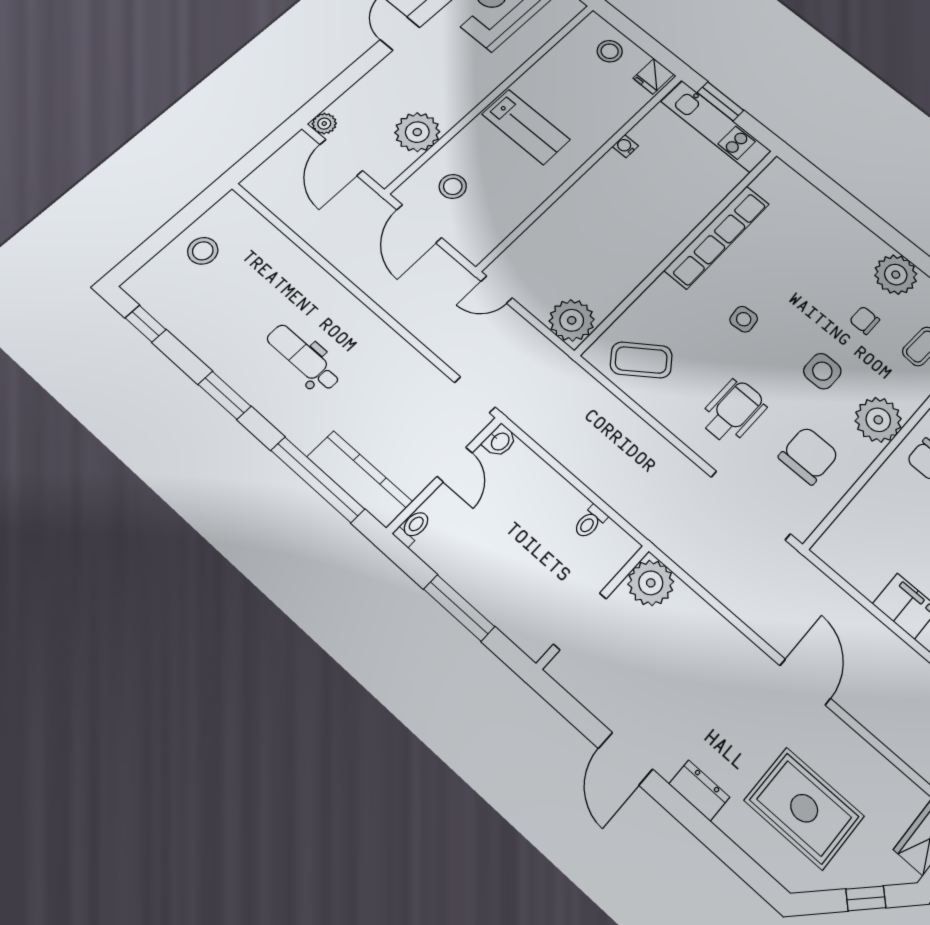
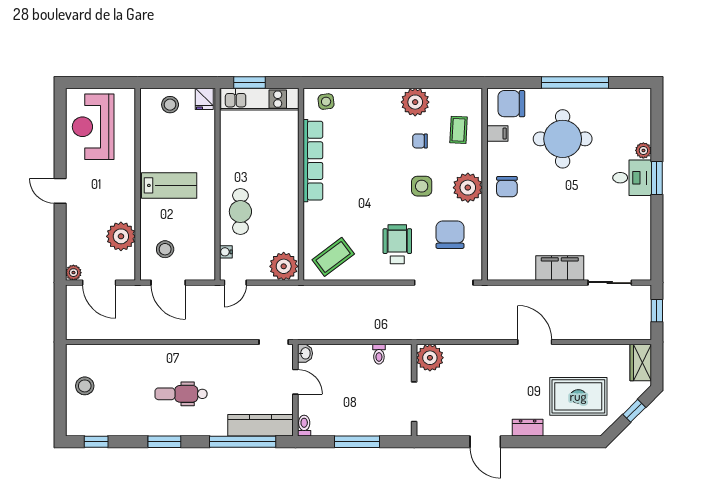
water cooler: (625, 146) -> (226, 252), moved
cafe table: (580, 220) -> (240, 212), added
side table: (744, 319) -> (326, 102), moved

